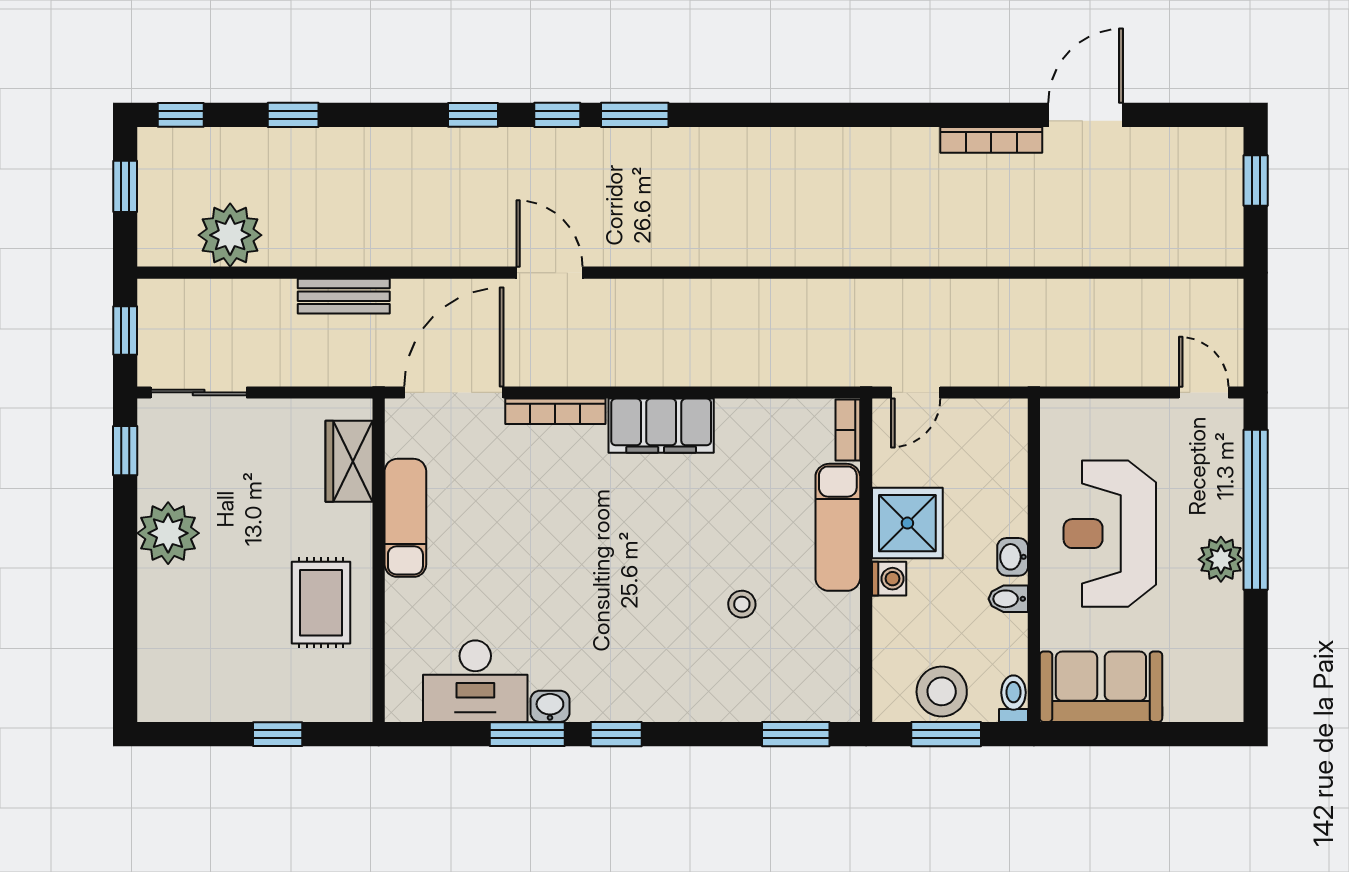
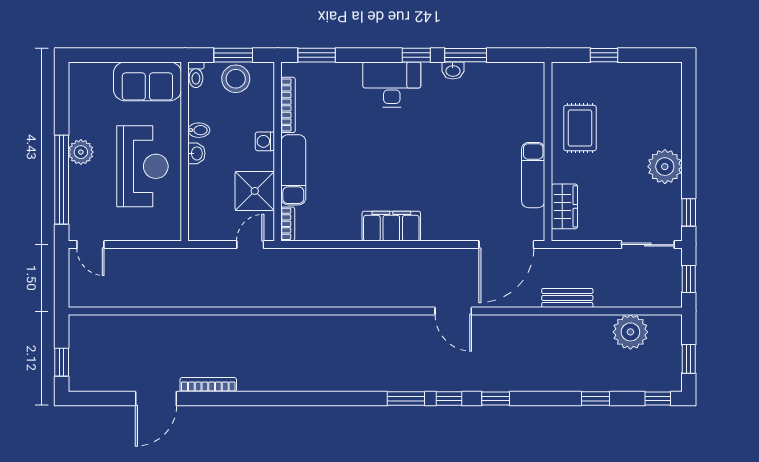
bookcase: (555, 411) -> (288, 105), moved, turned 90
shower: (907, 523) -> (255, 191), moved
stool: (742, 604) -> (347, 127), removed
desk: (475, 681) -> (392, 84), moved

